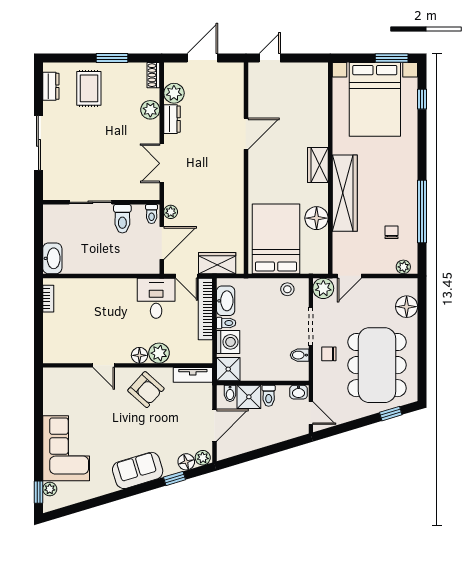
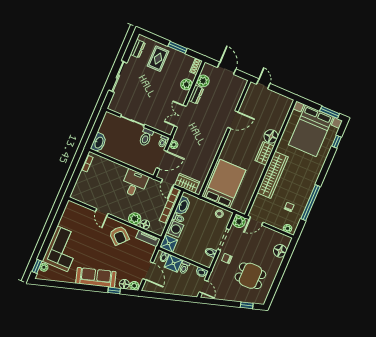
door: (202, 58) -> (227, 68), hinge flipped
door: (270, 58) -> (263, 84), hinge flipped
floor lamp: (317, 218) -> (271, 136), moved
desk: (156, 298) -> (134, 183), moved
floor lamp: (139, 355) -> (145, 224), moved
dining table: (377, 365) -> (250, 276), width x0.53, depth x0.80
door: (214, 425) -> (148, 271), hinge flipped
sofa: (138, 470) -> (96, 278), width x1.36

